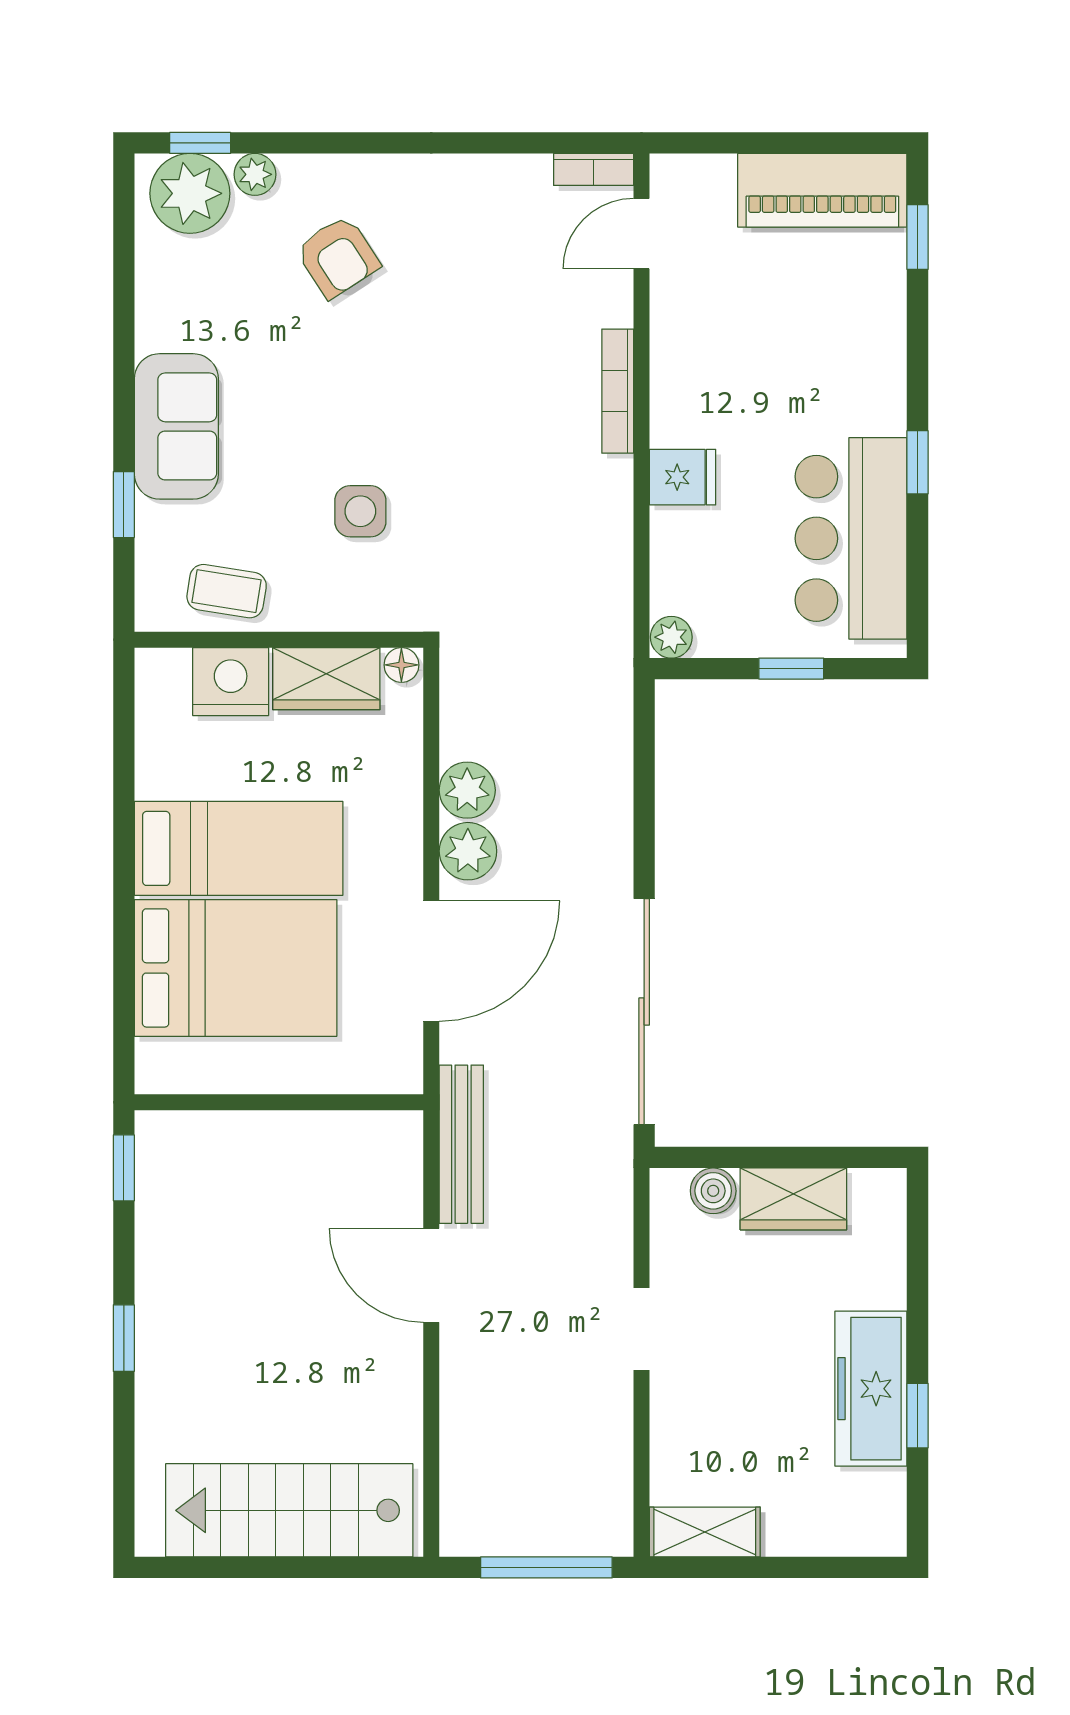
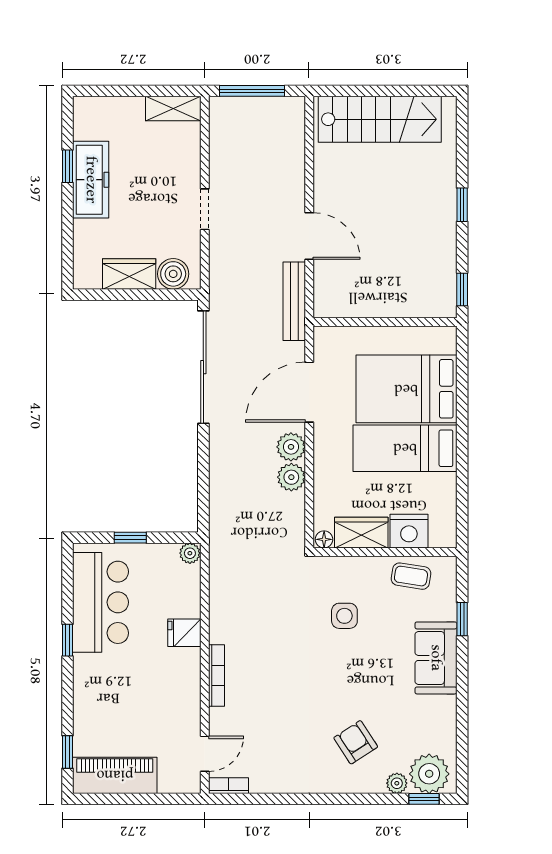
boiler: (713, 1191) -> (173, 274), width x1.36, depth x1.36

